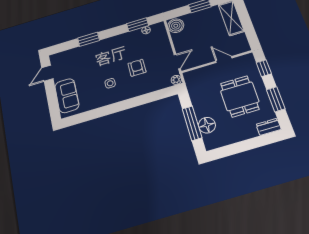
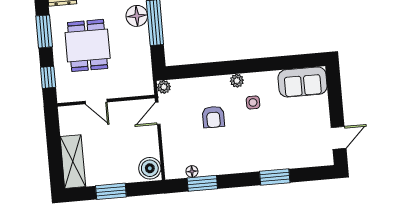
plant: (124, 95) -> (237, 81), added
sofa: (67, 96) -> (303, 82), moved, turned -90

